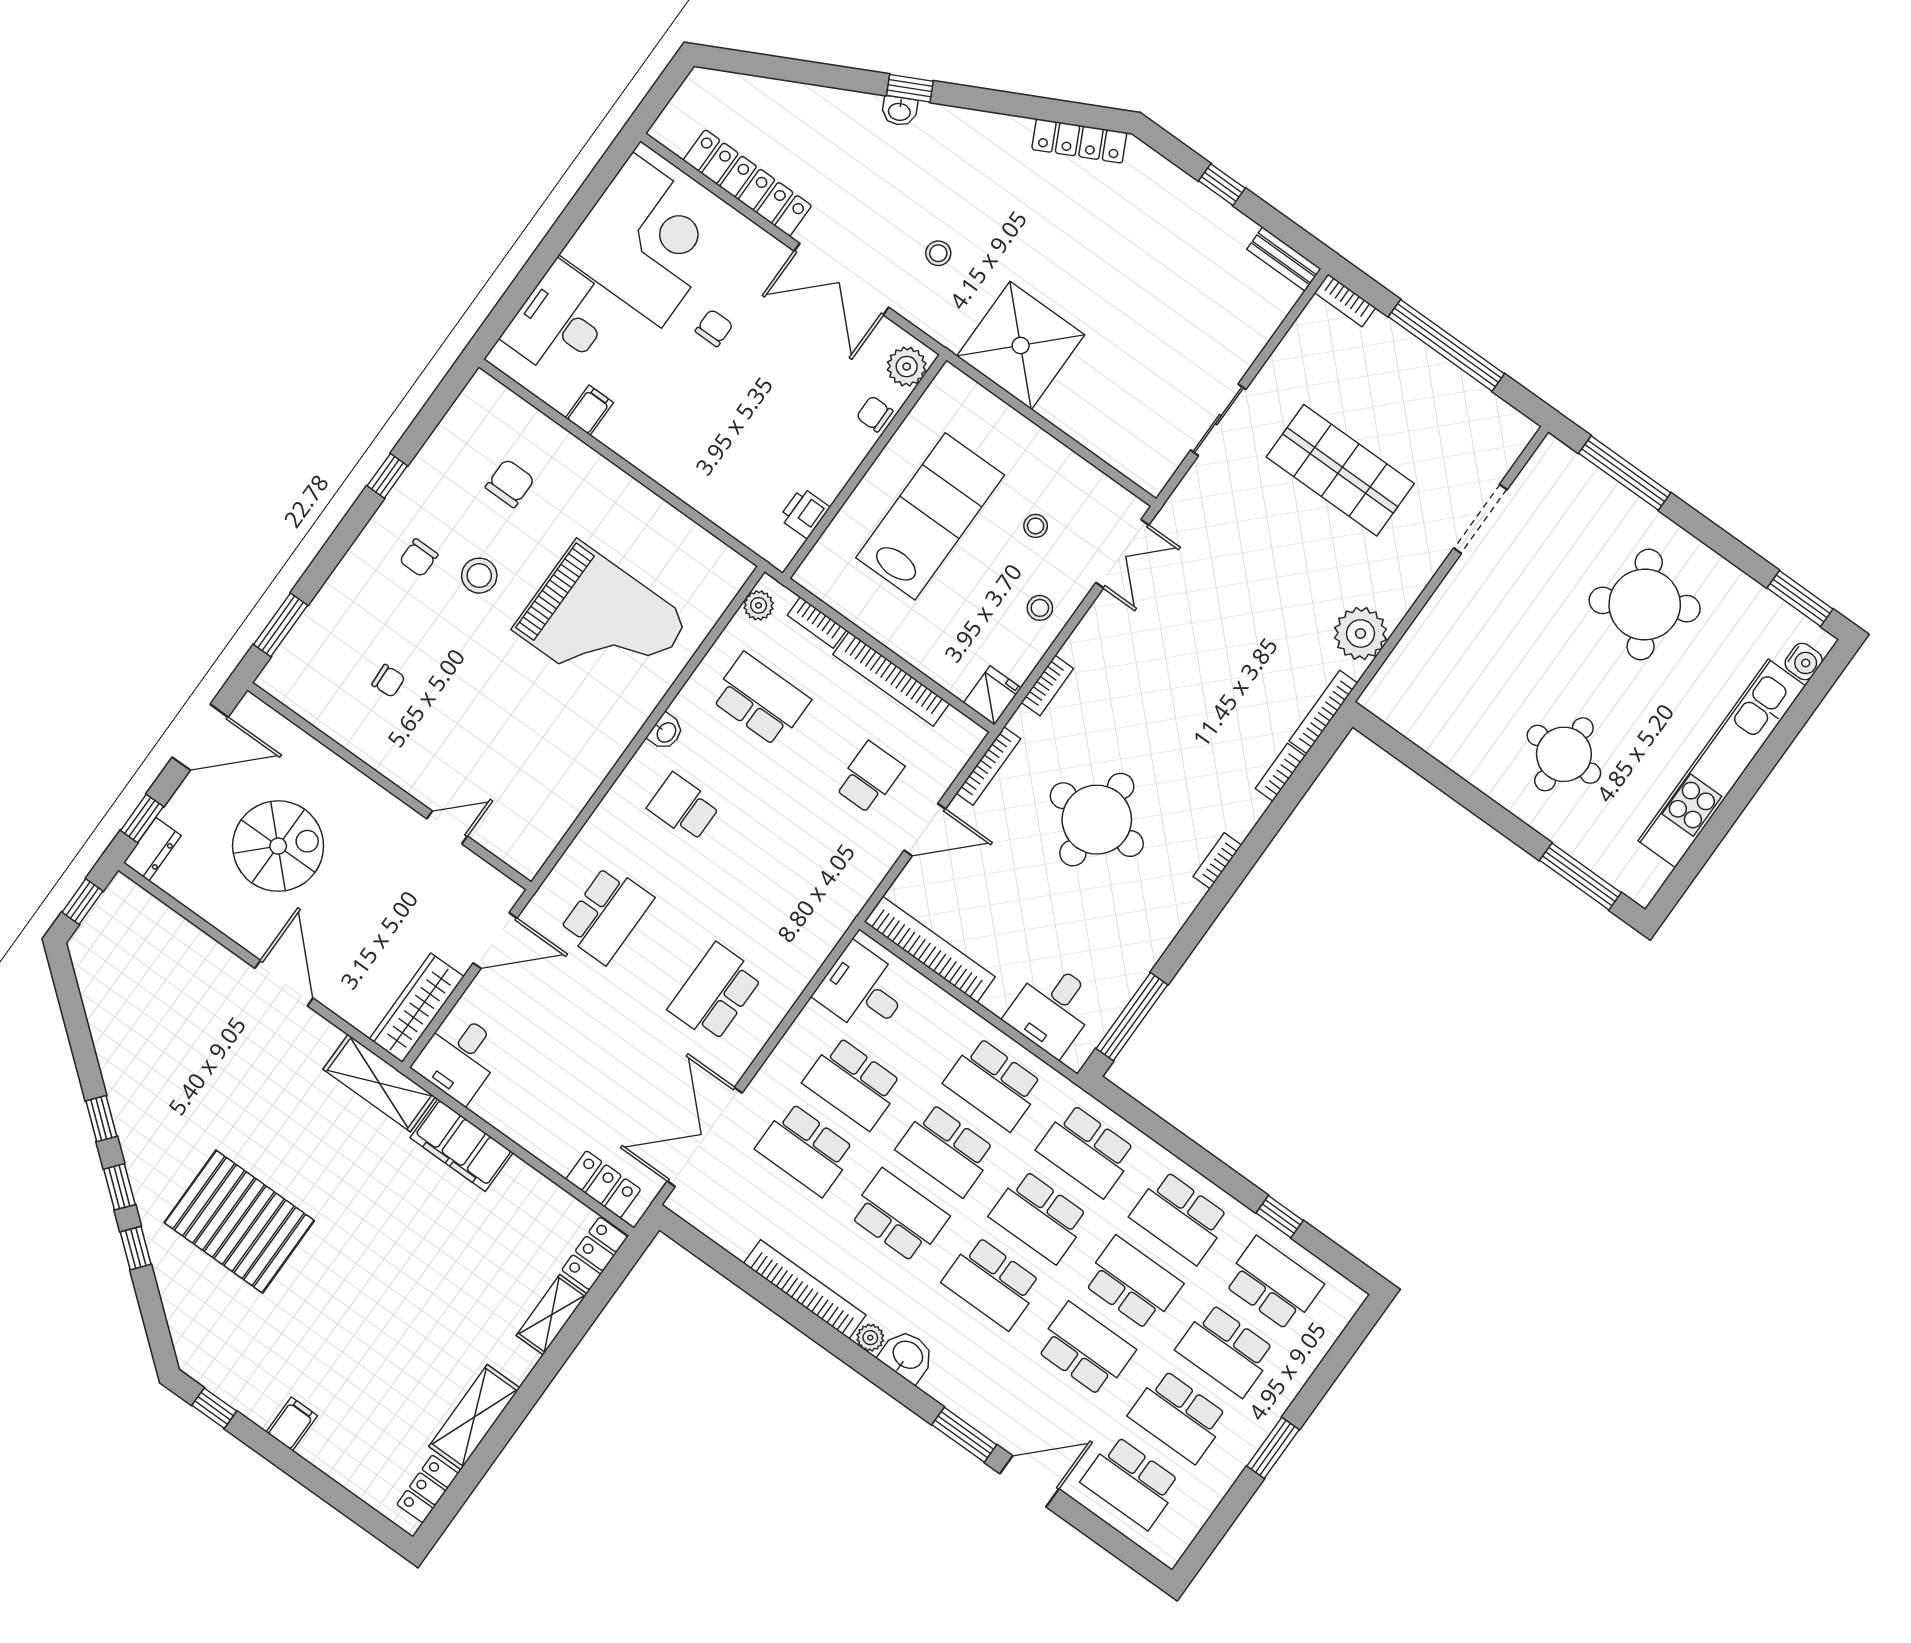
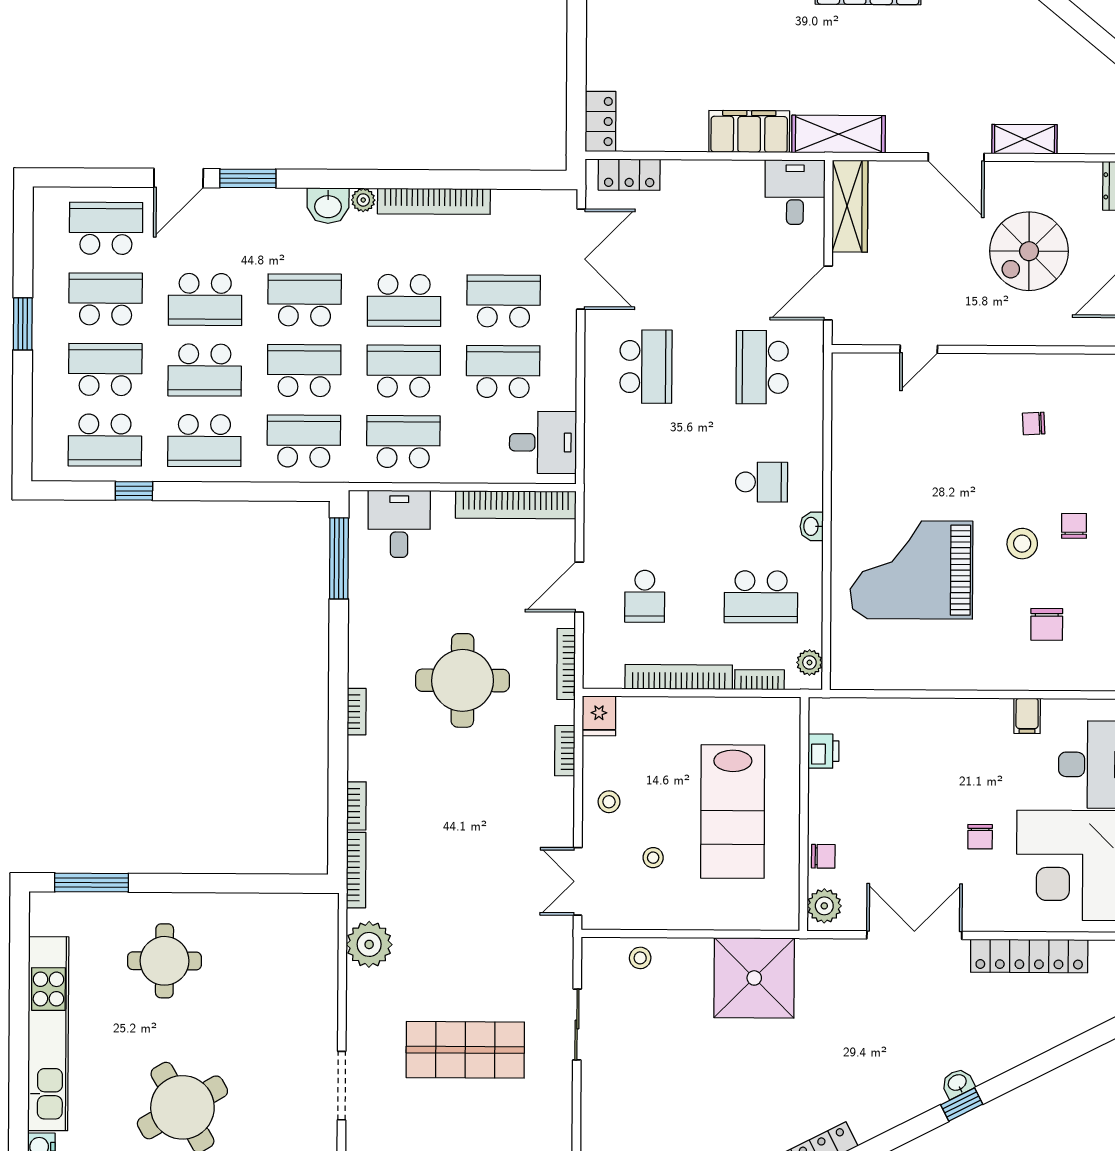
stool: (938, 253) -> (640, 958), moved
school desk: (1180, 1217) -> (204, 441), turned 180
shelving: (552, 1315) -> (1025, 139), moved, turned 90

